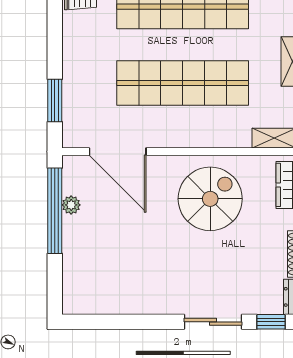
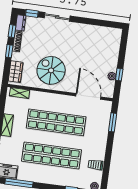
spiral stairs: (210, 199) -> (51, 70), turned 90
window: (55, 211) -> (119, 74), width x0.32

